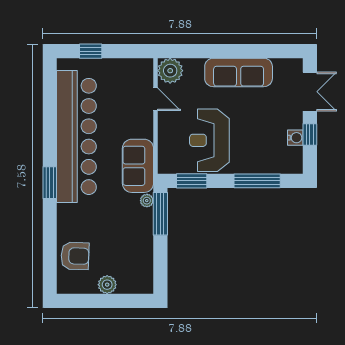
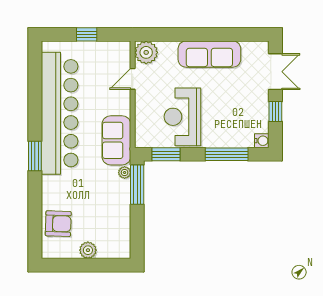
window: (91, 51) -> (87, 34), moved
door: (155, 99) -> (133, 79), swing flipped
water cooler: (295, 138) -> (262, 141), moved

